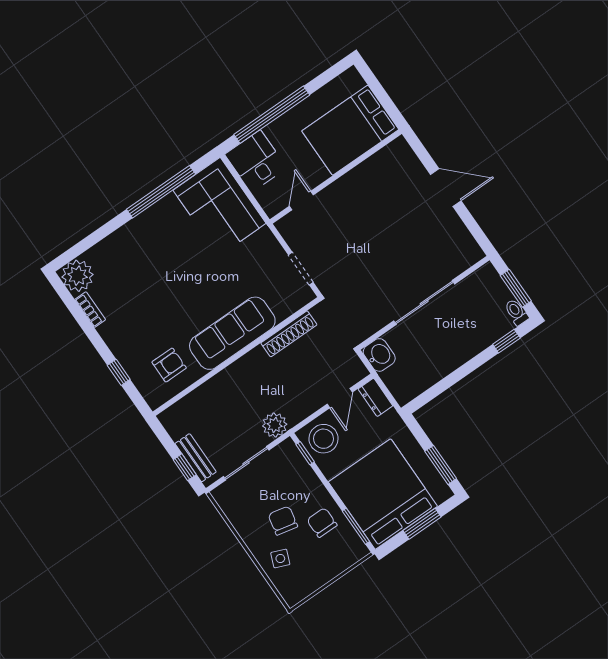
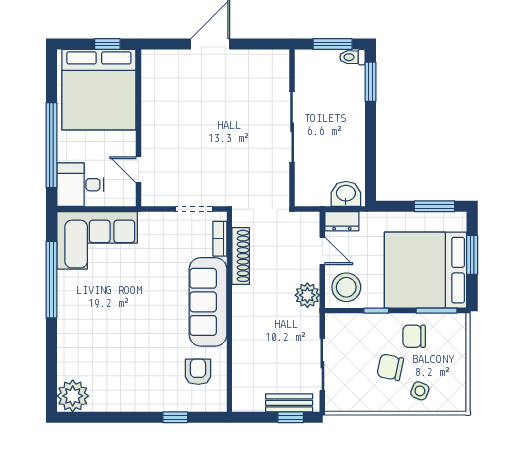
window: (387, 103) -> (107, 44), added
bed: (350, 130) -> (99, 90), width x1.36
bookcase: (90, 310) -> (220, 239), moved, turned -90
window: (506, 341) -> (371, 82), width x1.50
washbasin: (379, 355) -> (346, 194), moved
plant: (275, 425) -> (307, 295), moved
window: (305, 453) -> (376, 311), moved

